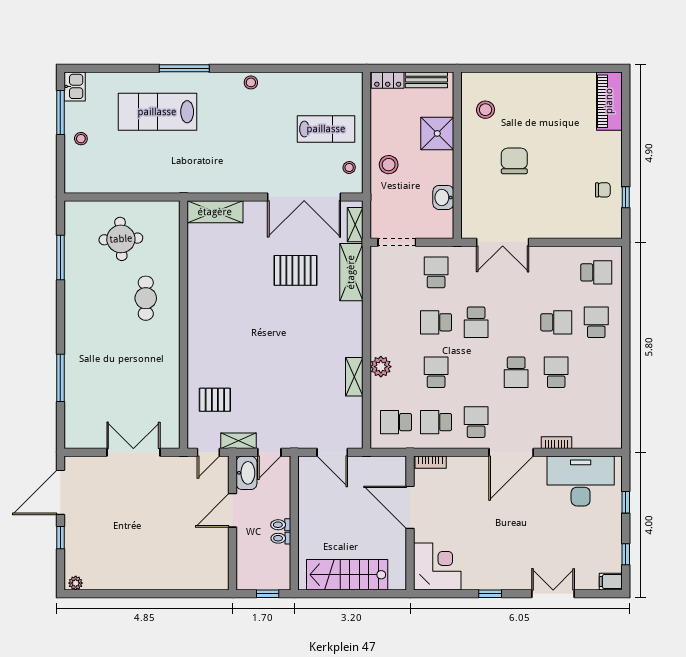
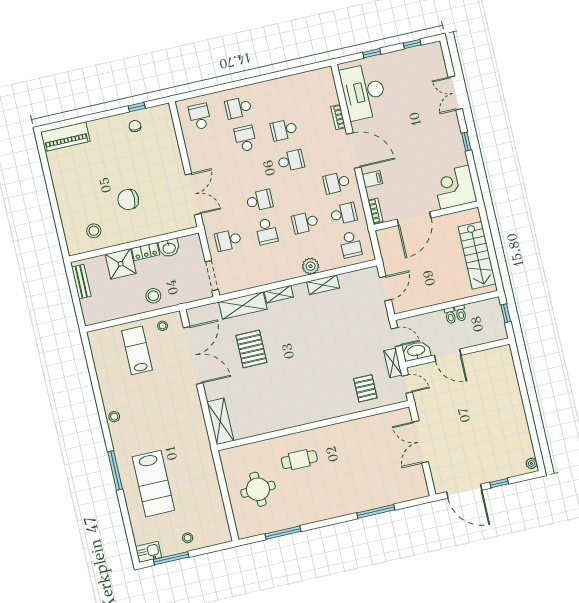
locker: (388, 80) -> (146, 252), moved, turned 90
shelving: (355, 225) -> (279, 294), moved
school desk: (436, 422) -> (344, 214), turned -90
filing cabinet: (611, 582) -> (372, 179), moved, turned -90

